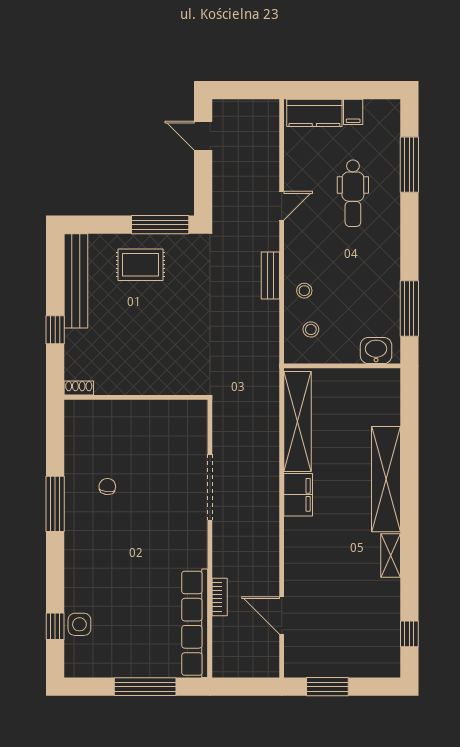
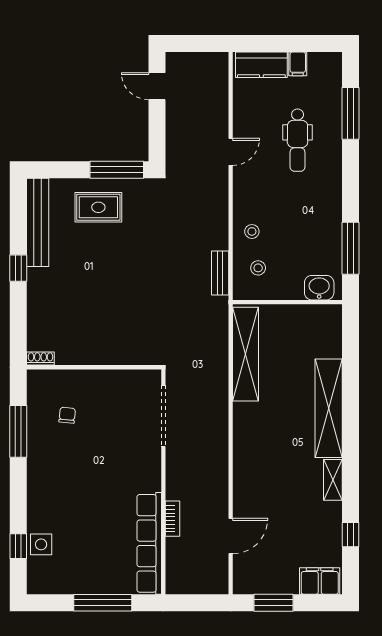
bench: (270, 275) -> (220, 273), moved
shoe rack: (79, 388) -> (40, 359), moved
wall: (136, 397) -> (94, 367), moved
filing cabinet: (298, 495) -> (320, 581), moved, turned -90
door: (282, 615) -> (231, 536), swing flipped
window: (409, 634) -> (350, 535), moved

